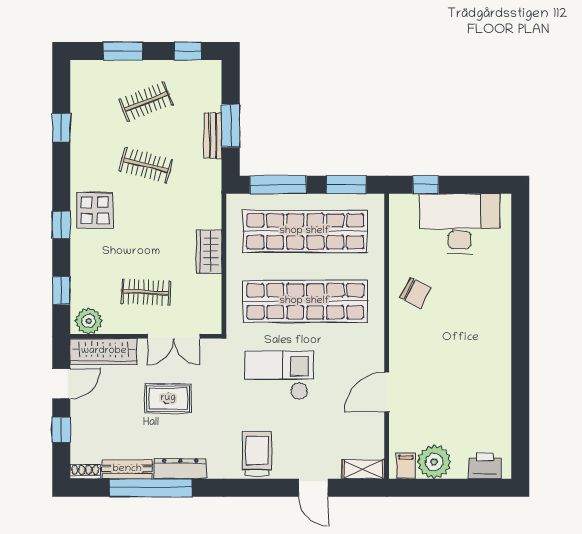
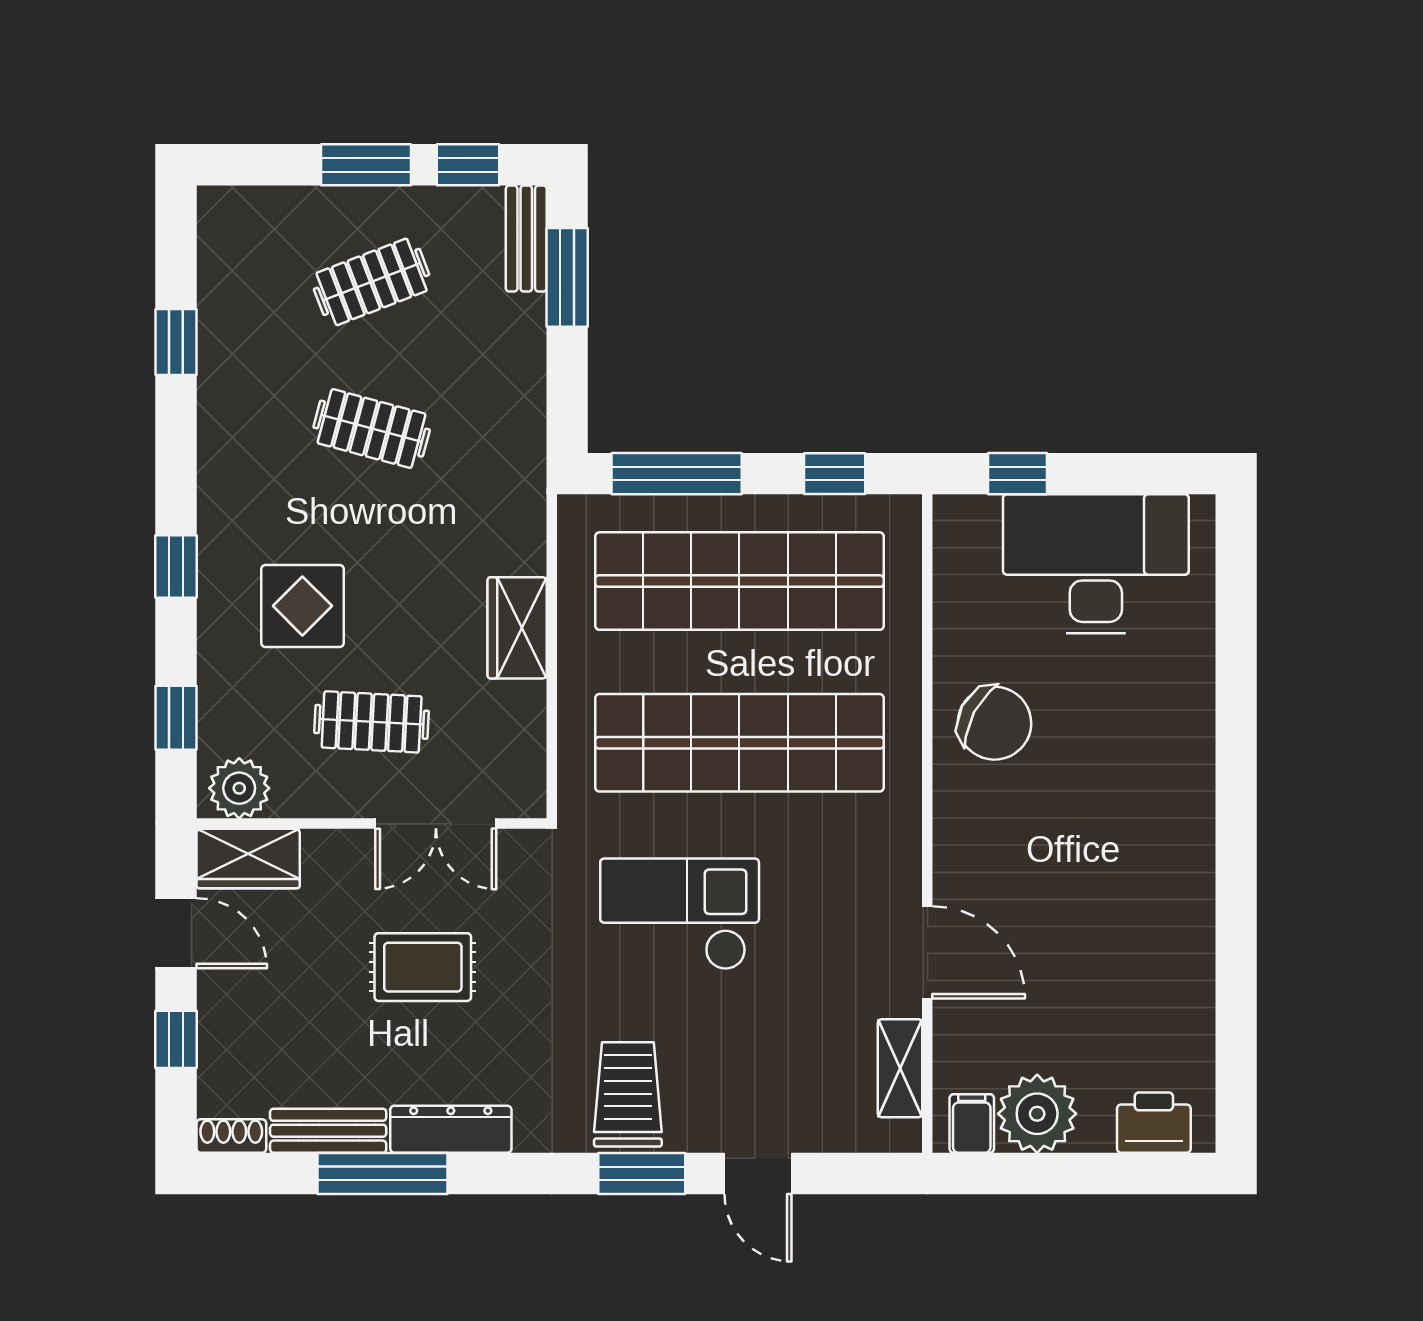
window: (123, 51) -> (366, 165), moved
window: (231, 126) -> (567, 277), moved
bench: (213, 136) -> (526, 239), moved
window: (346, 185) -> (835, 474), width x0.67
display table: (95, 210) -> (302, 606), moved
chair: (416, 293) -> (994, 723), width x1.37, depth x1.37
wardrobe: (104, 351) -> (248, 859), width x0.67
door: (61, 384) -> (176, 933), hinge flipped
door: (387, 392) -> (927, 952), swing flipped
shelving: (363, 469) -> (900, 1068), moved, turned 90
window: (151, 488) -> (383, 1173), width x0.68
window: (263, 488) -> (642, 1173), added

